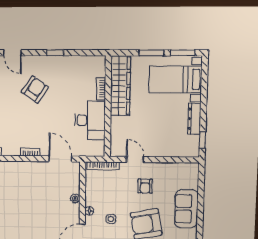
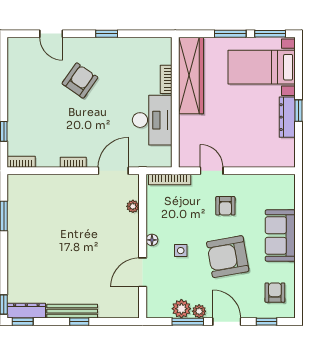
window: (202, 140) -> (299, 111), moved
door: (60, 159) -> (113, 171), hinge flipped
plant: (75, 198) -> (133, 206), moved

